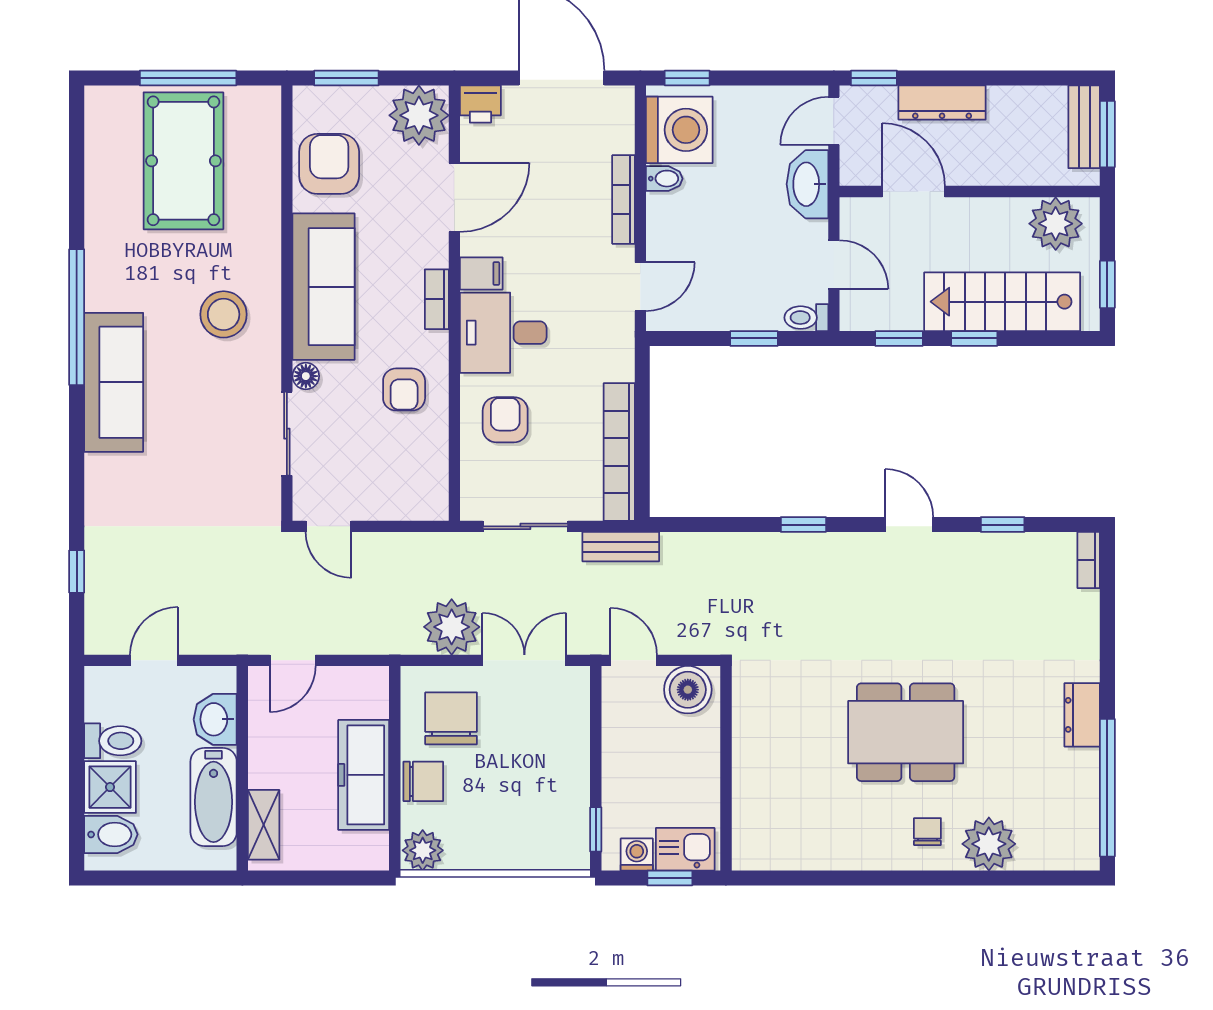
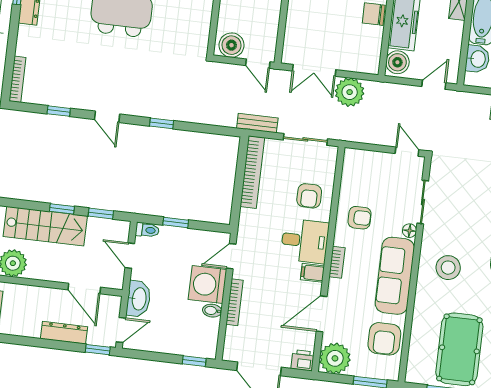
washing machine: (679, 130) -> (207, 285), moved
armchair: (404, 389) -> (360, 218), turned 90
bookcase: (1089, 560) -> (17, 79), width x1.56
boiler: (367, 695) -> (397, 62), added
chair: (451, 718) -> (356, 45), removed

